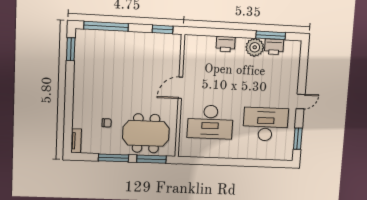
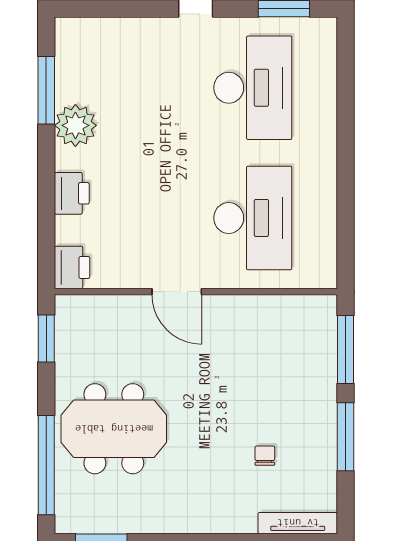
printer: (274, 47) -> (72, 268), moved
desk: (266, 124) -> (253, 88), turned 180
meeting table: (146, 133) -> (114, 429), moved, turned 90
tv unit: (76, 141) -> (298, 523), width x1.41

